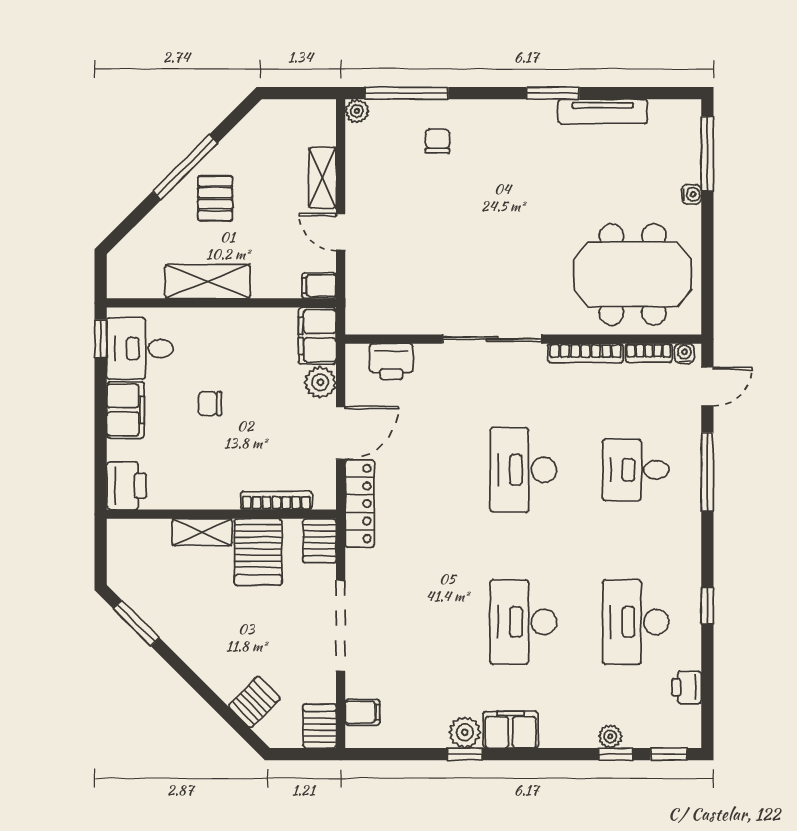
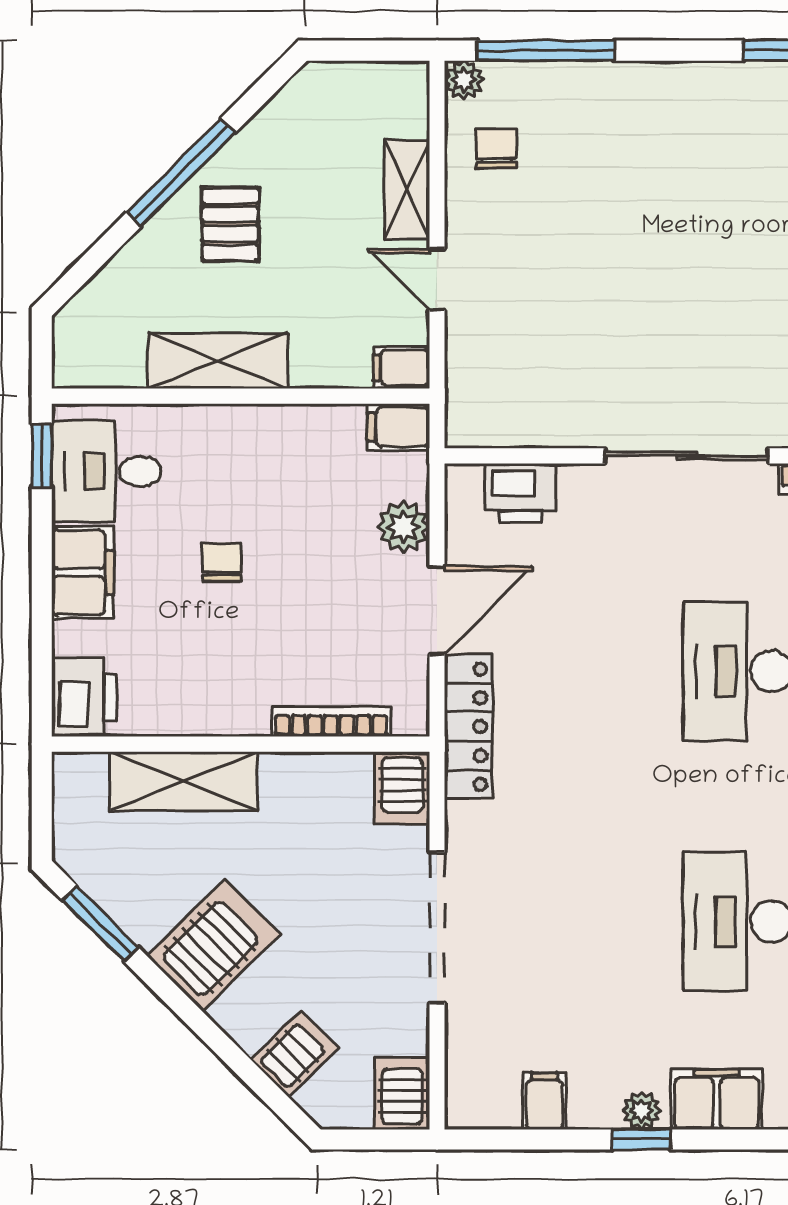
chair: (437, 141) -> (496, 148), moved
filing cabinet: (317, 336) -> (398, 427), width x0.50
chair: (210, 404) -> (222, 562), turned 90
shelving: (202, 532) -> (184, 781), width x1.50, depth x1.33
server rack: (258, 552) -> (214, 945), moved, turned -135
filing cabinet: (363, 712) -> (544, 1101), moved, turned -90
plant: (465, 732) -> (641, 1111), width x0.73, depth x0.73

